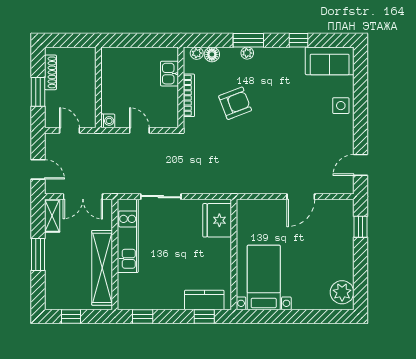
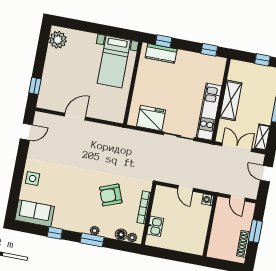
fridge: (217, 220) -> (151, 118), moved, turned -90
shelving: (102, 268) -> (231, 100), width x0.68

